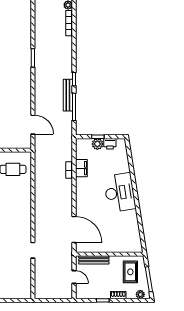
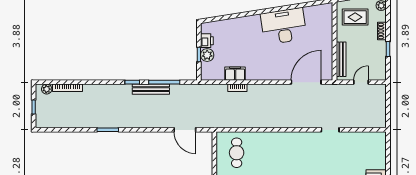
door: (33, 125) -> (185, 130), swing flipped
desk: (120, 193) -> (284, 26), moved

